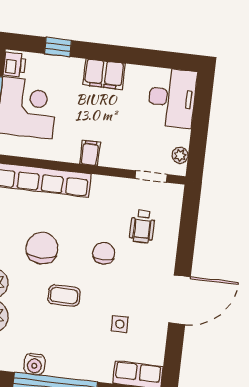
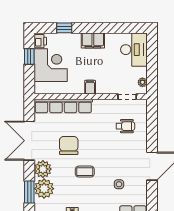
wheelchair: (142, 226) -> (125, 126), turned -90
chair: (104, 253) -> (105, 144), removed

